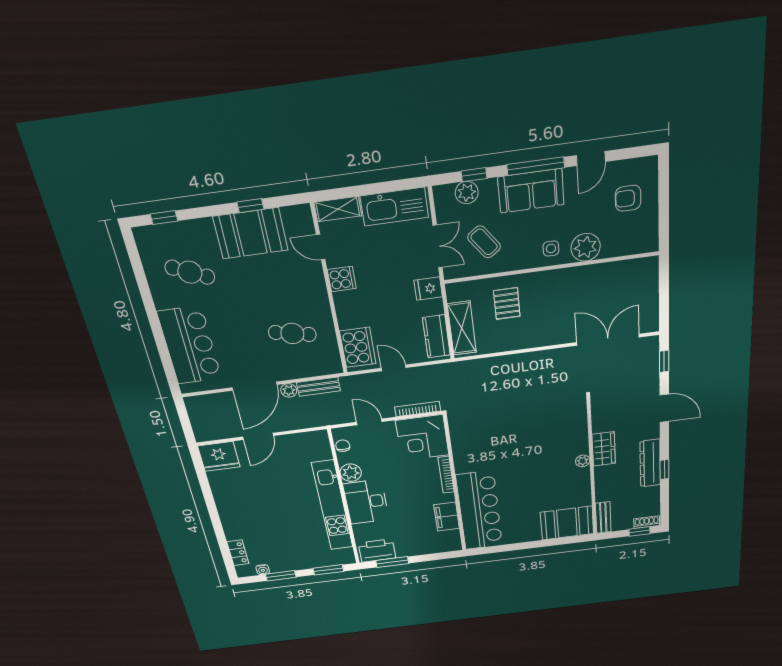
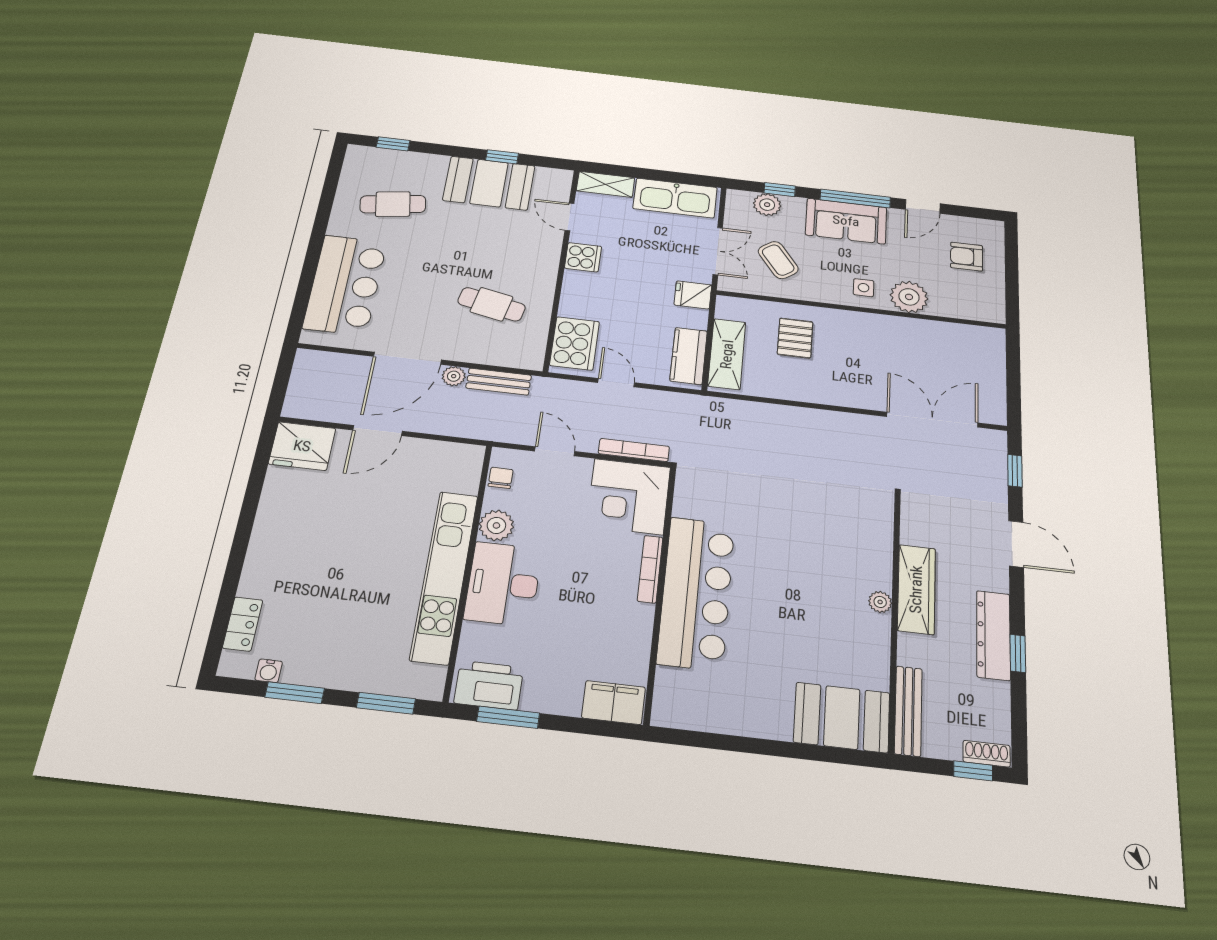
cafe table: (190, 272) -> (393, 204), turned -33
wardrobe: (604, 449) -> (916, 589), width x1.50
bar counter: (479, 511) -> (696, 593), moved
filing cabinet: (447, 517) -> (614, 702), moved, turned 90
bench: (603, 517) -> (908, 711), width x1.36

